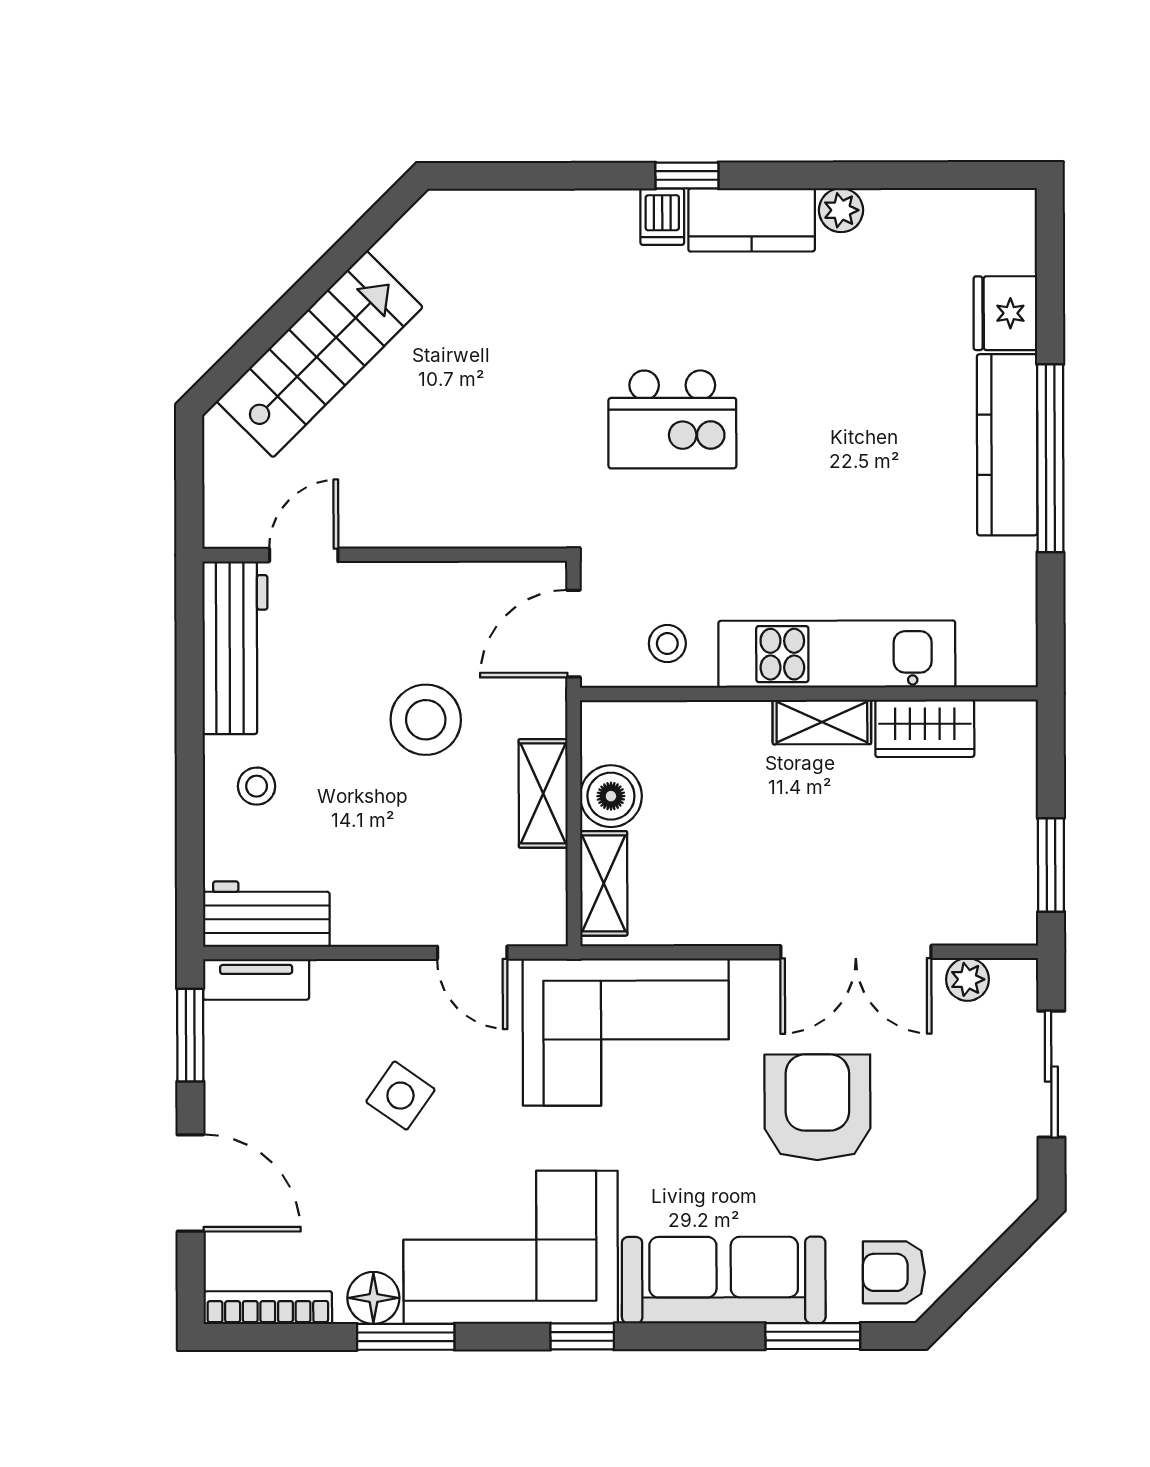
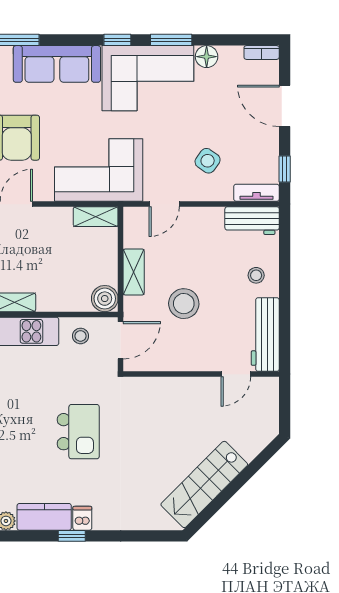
stairs: (320, 354) -> (204, 484), moved
kitchen island: (672, 419) -> (78, 432), turned 90
boiler: (611, 796) -> (105, 299), moved
shelving: (604, 883) -> (96, 217), moved, turned 90
door: (472, 953) -> (164, 204), swing flipped
window: (190, 1035) -> (285, 169), width x0.67
side table: (400, 1096) -> (208, 161), moved
bookcase: (268, 1308) -> (262, 52), width x0.64
window: (406, 1337) -> (171, 40), moved

